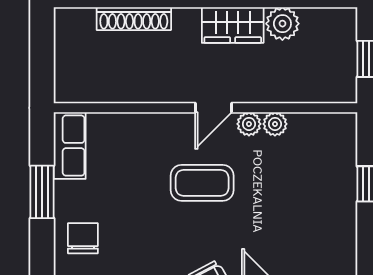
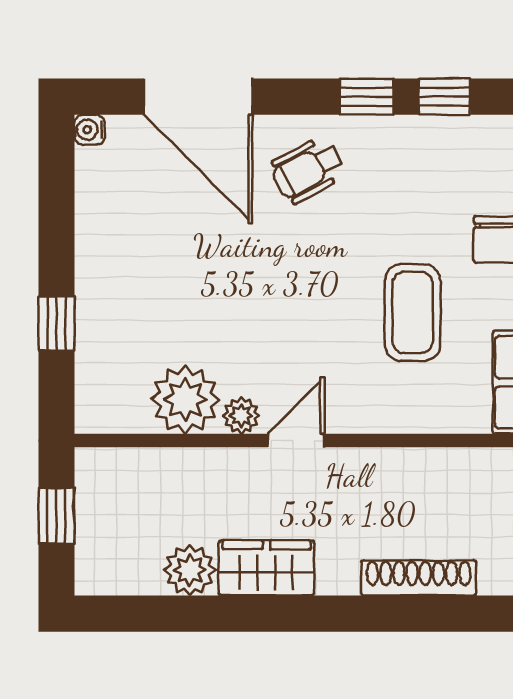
plant: (275, 124) -> (185, 400), width x1.88, depth x1.88
coffee table: (202, 183) -> (413, 312), moved, turned 90

